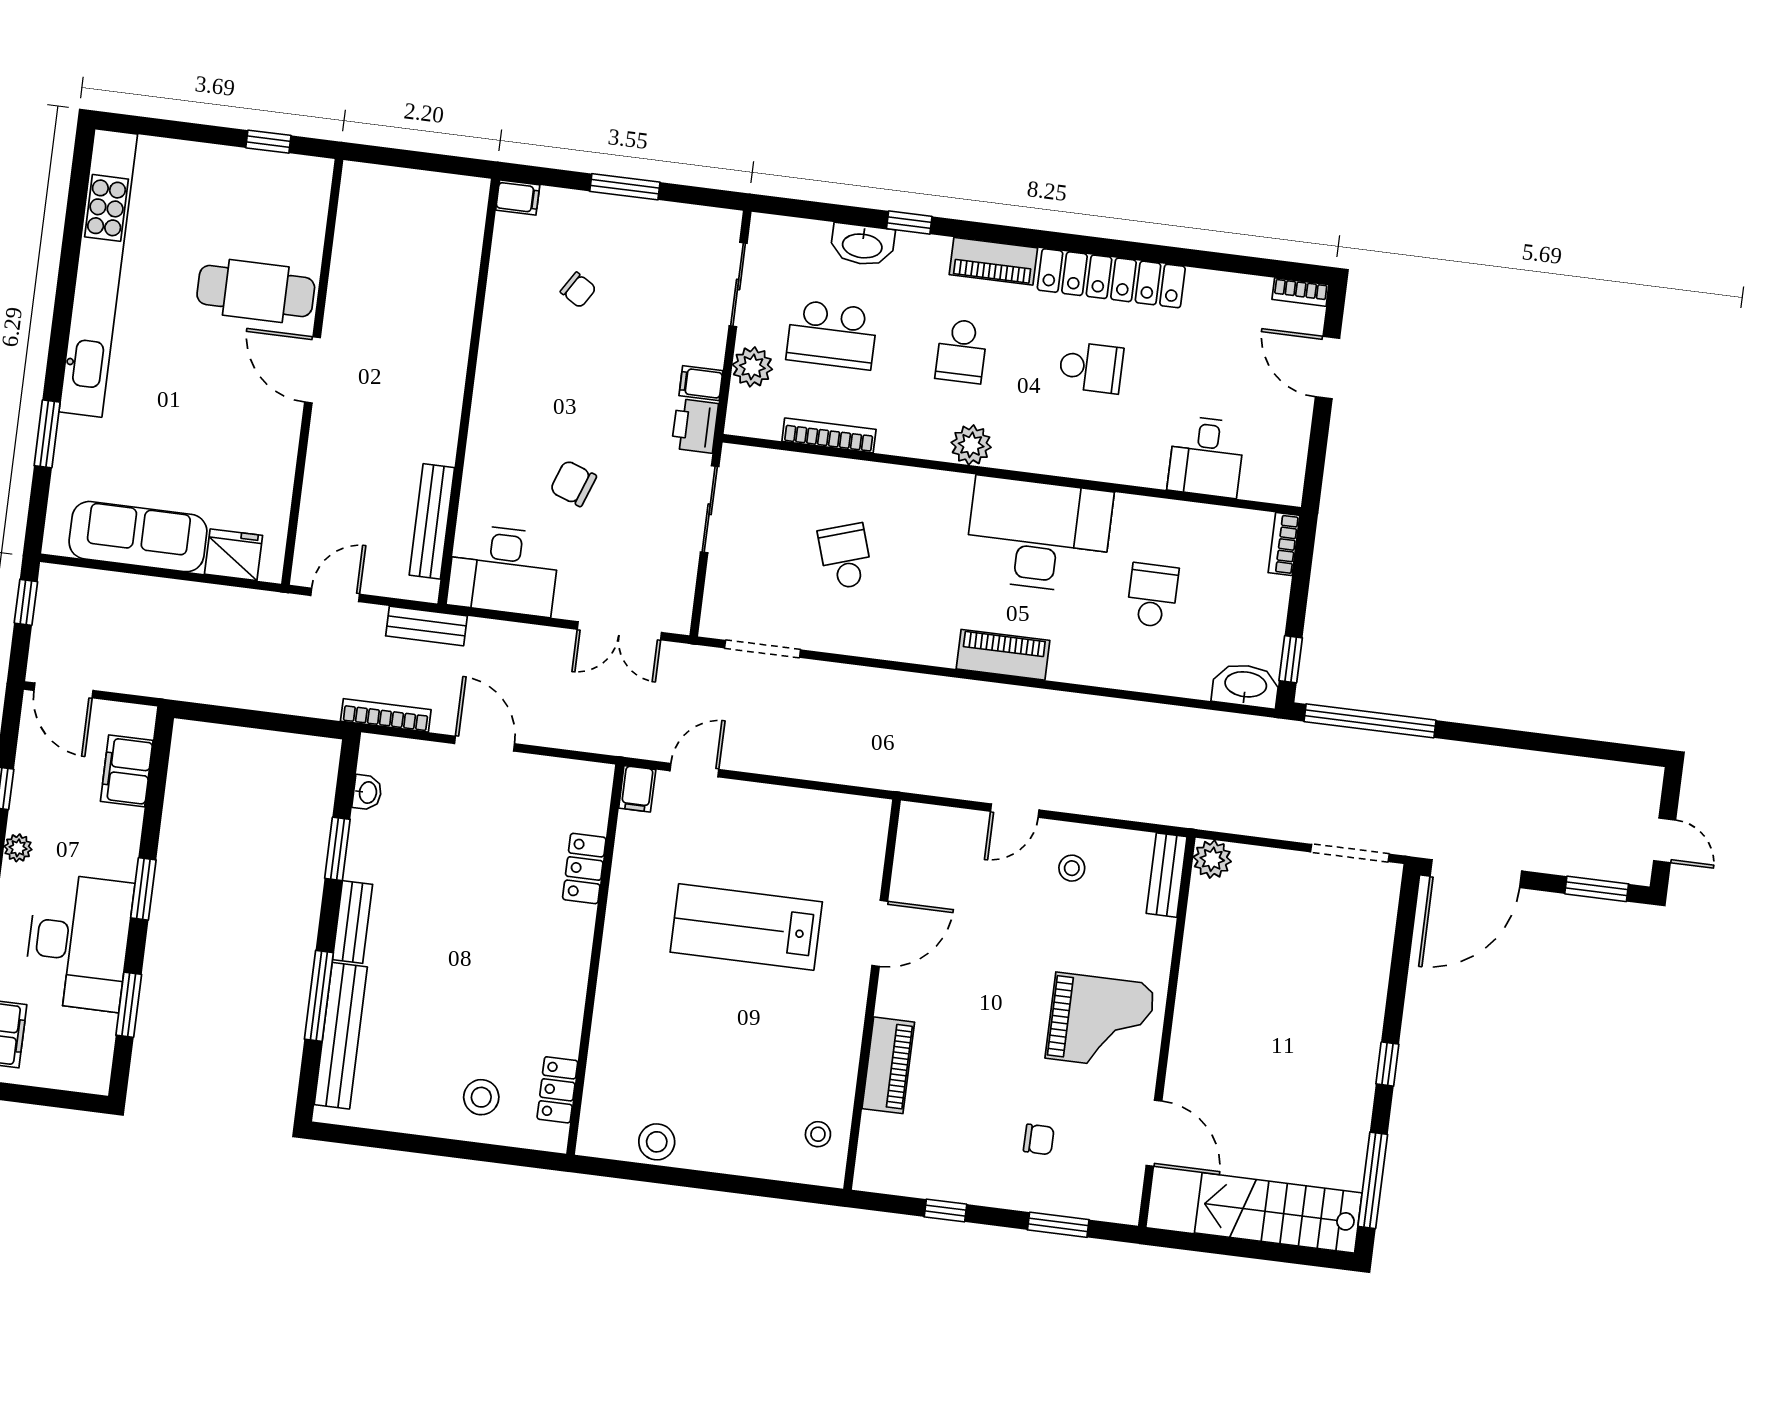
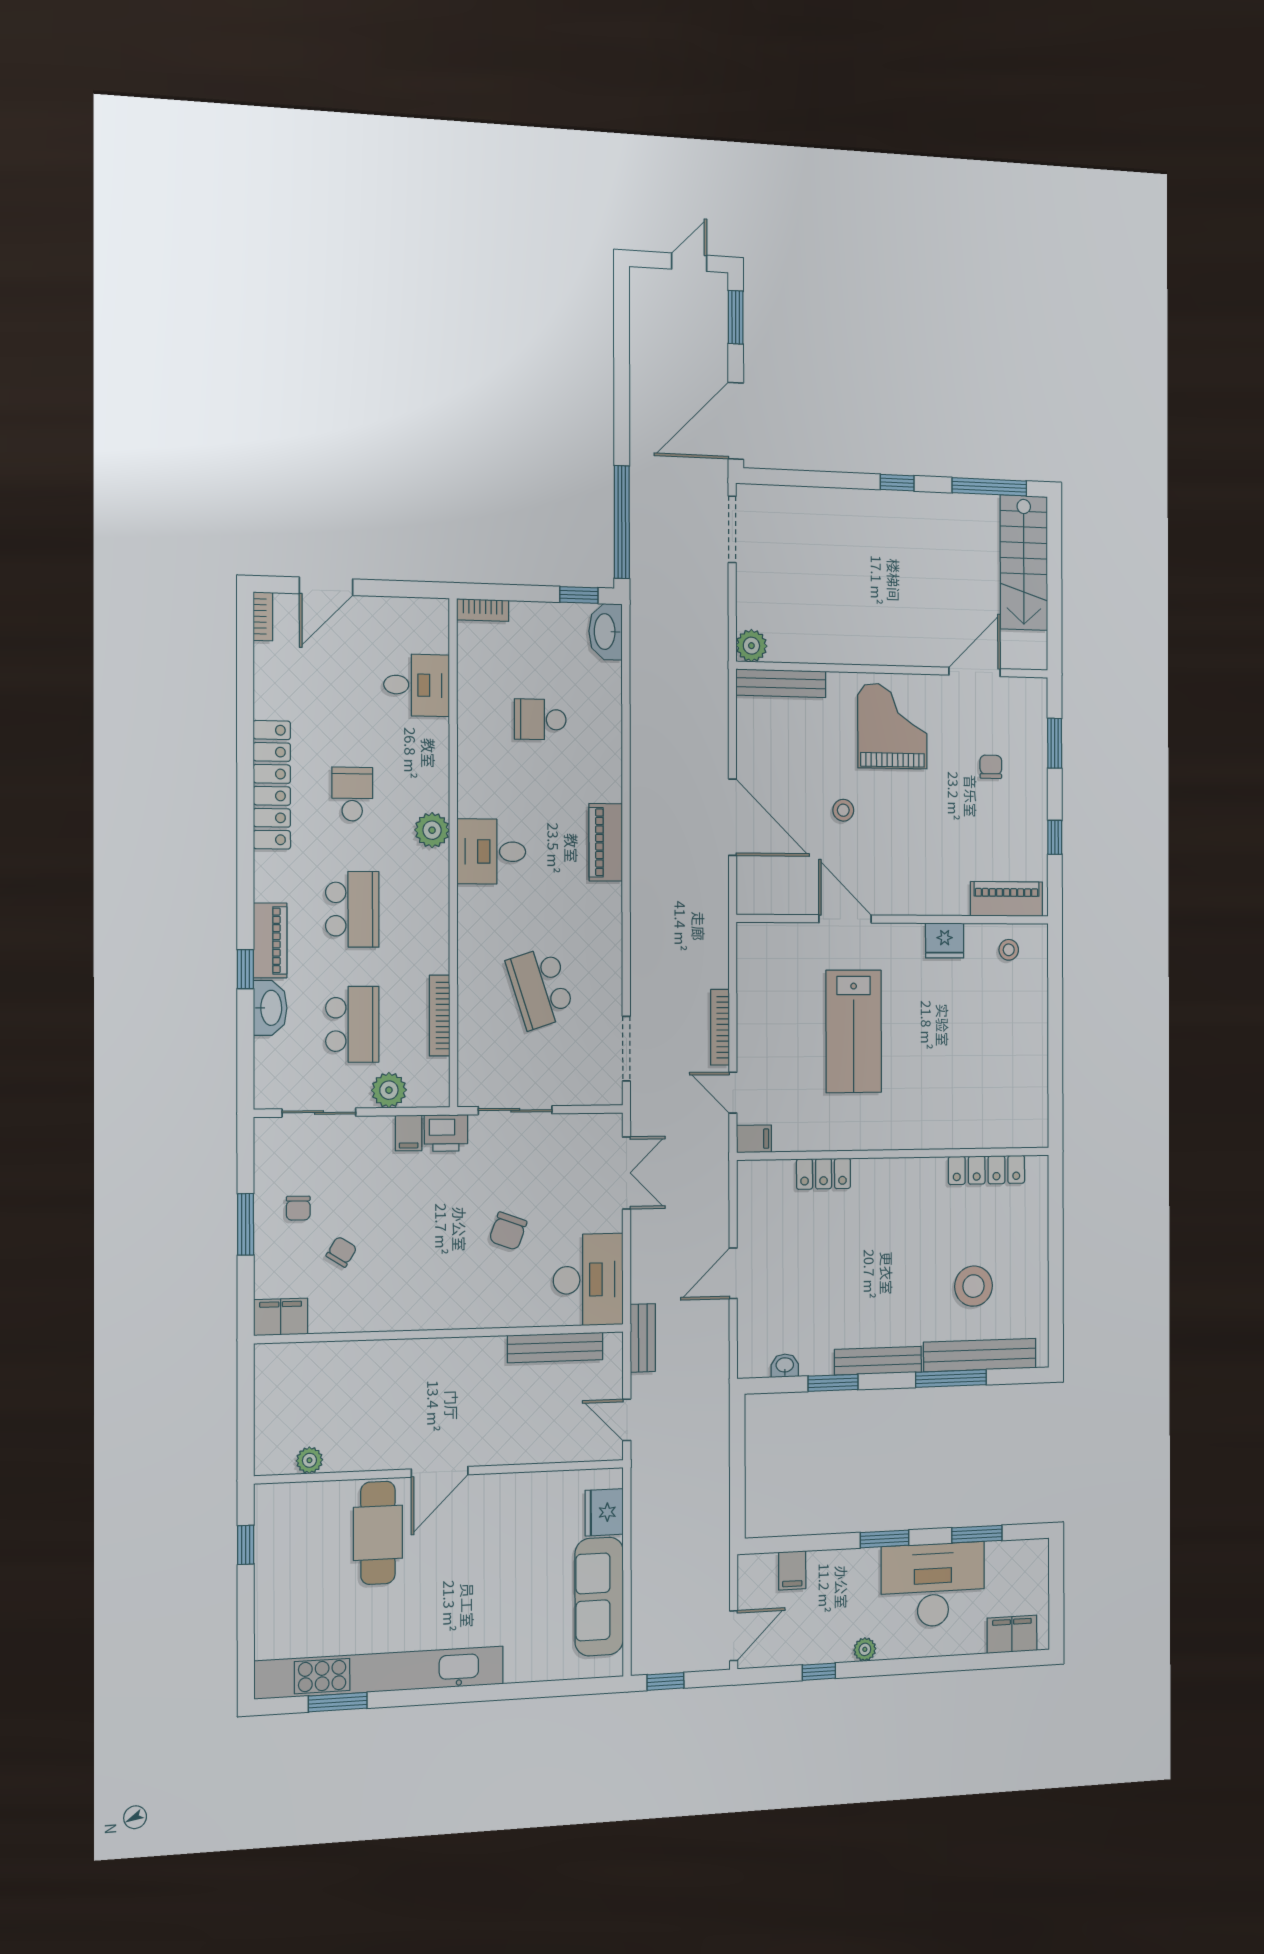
filing cabinet: (518, 198) -> (281, 1317), width x2.00
plant: (350, 224) -> (309, 1460), added
chair: (634, 248) -> (298, 1208), added
piano: (993, 261) -> (270, 940), moved
school desk: (961, 351) -> (352, 909), width x1.85
window: (47, 434) -> (338, 1702), moved
plant: (971, 445) -> (432, 830), moved
desk: (1039, 535) -> (491, 852), width x0.53, depth x0.77
school desk: (845, 557) -> (540, 988), width x1.85
bookcase: (386, 715) -> (720, 1027), moved
filing cabinet: (127, 771) -> (792, 1570), width x0.50
door: (1015, 811) -> (733, 817), width x1.87
stool: (1072, 868) -> (843, 810), moved
door: (1476, 874) -> (736, 421), swing flipped
bench: (1167, 875) -> (781, 683), width x1.36
bench: (353, 922) -> (878, 1361), width x1.36
fridge: (839, 1054) -> (945, 940), added
piano: (888, 1065) -> (1007, 899), moved
locker: (557, 1090) -> (987, 1170), width x1.53
stool: (481, 1097) -> (974, 1286), moved, width x1.38, depth x1.38
stool: (657, 1142) -> (1031, 1082), removed

